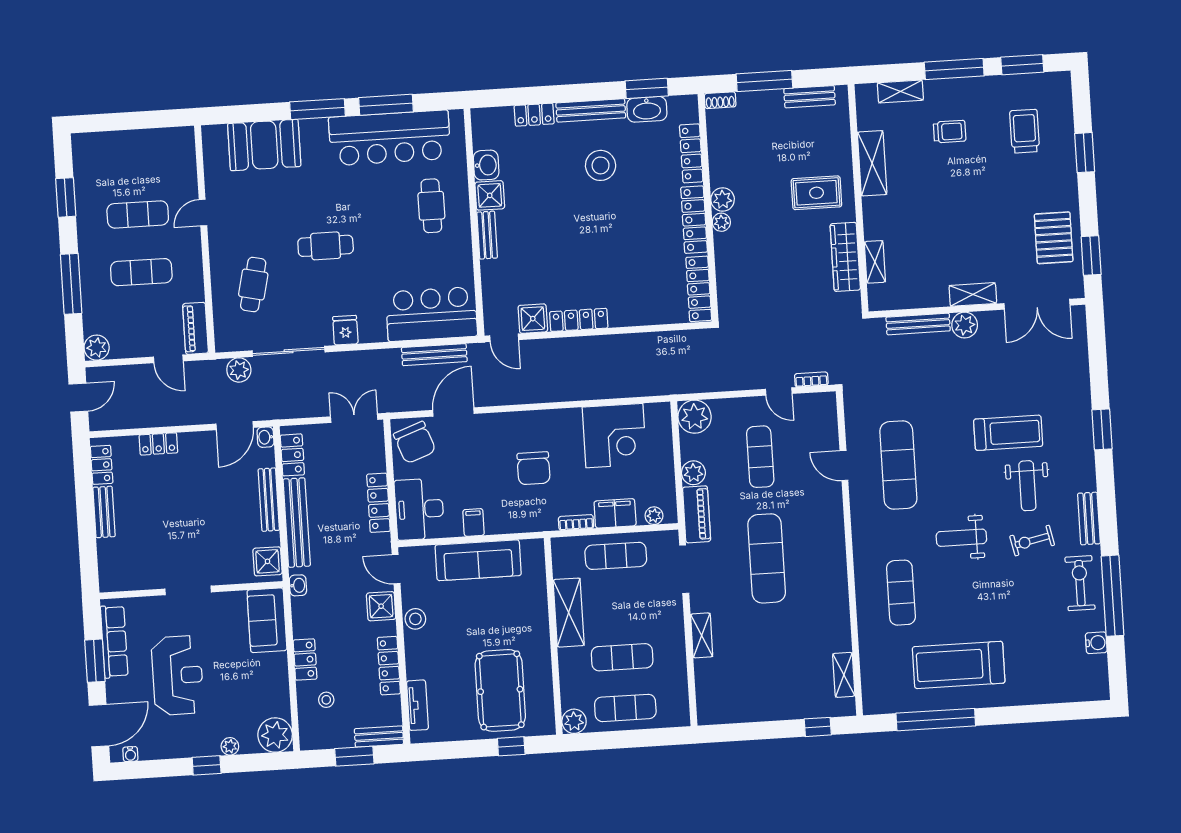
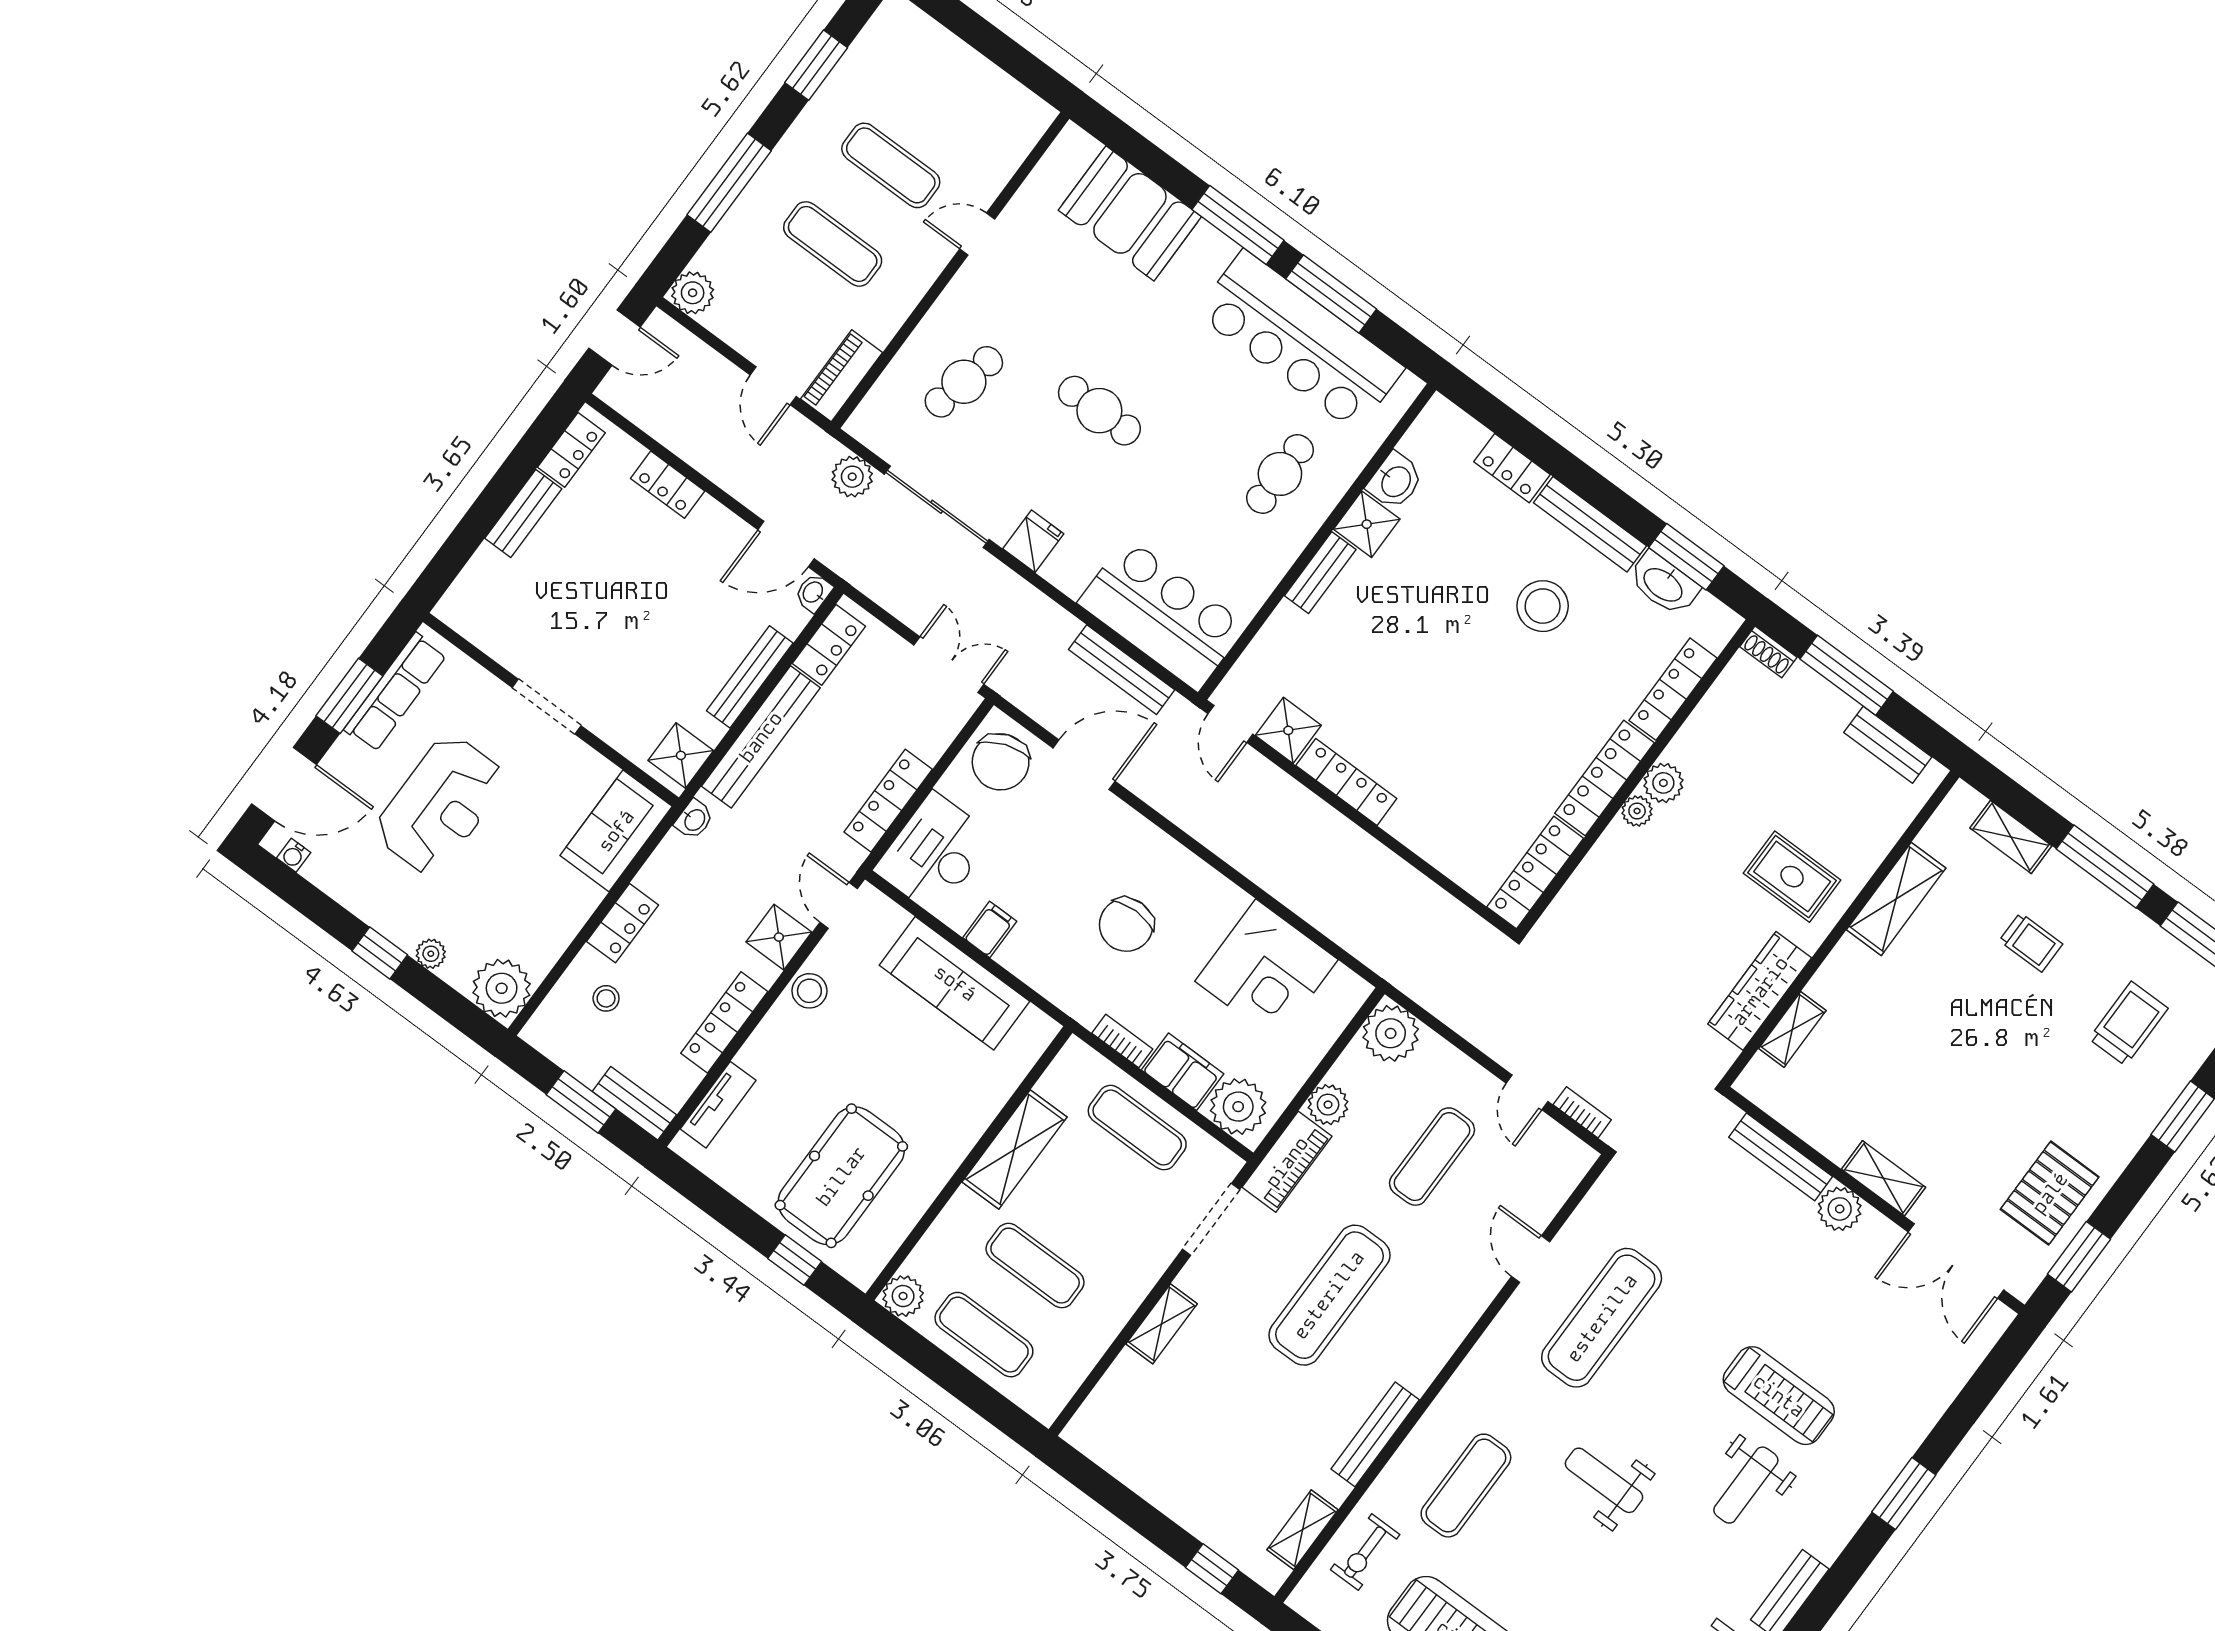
plant: (654, 516) -> (1238, 1107), width x1.88, depth x1.88
exercise bike: (1032, 541) -> (1365, 1552), moved, turned -78
bench: (840, 604) -> (1375, 1434), added

